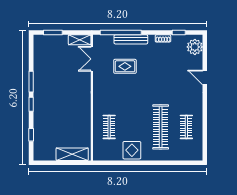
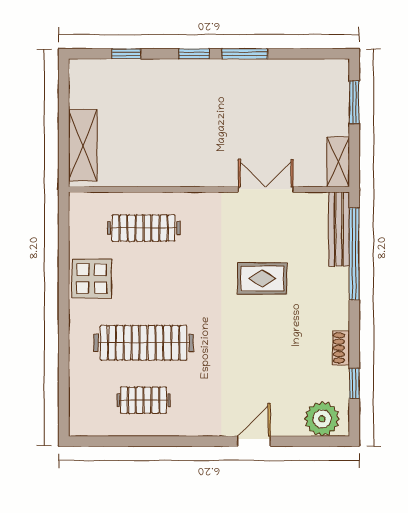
bench: (131, 39) -> (339, 229), moved
double door: (92, 59) -> (266, 189), moved
rug: (125, 66) -> (262, 279), moved, turned 90
clothes rail: (109, 127) -> (144, 228), width x1.36

